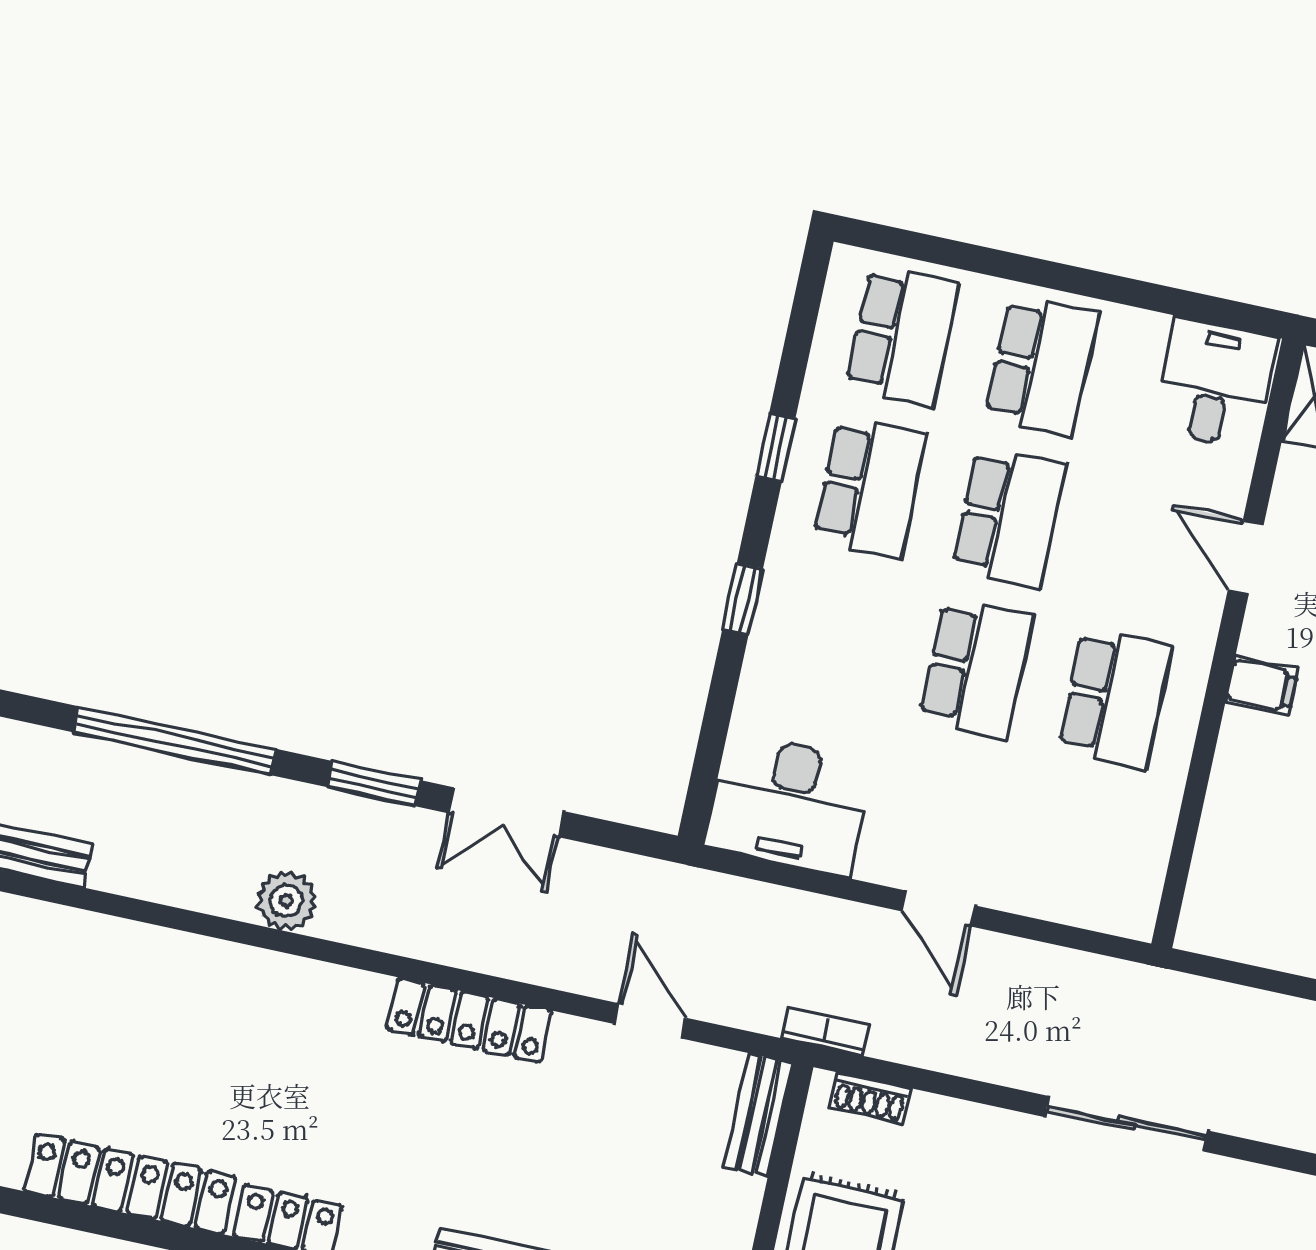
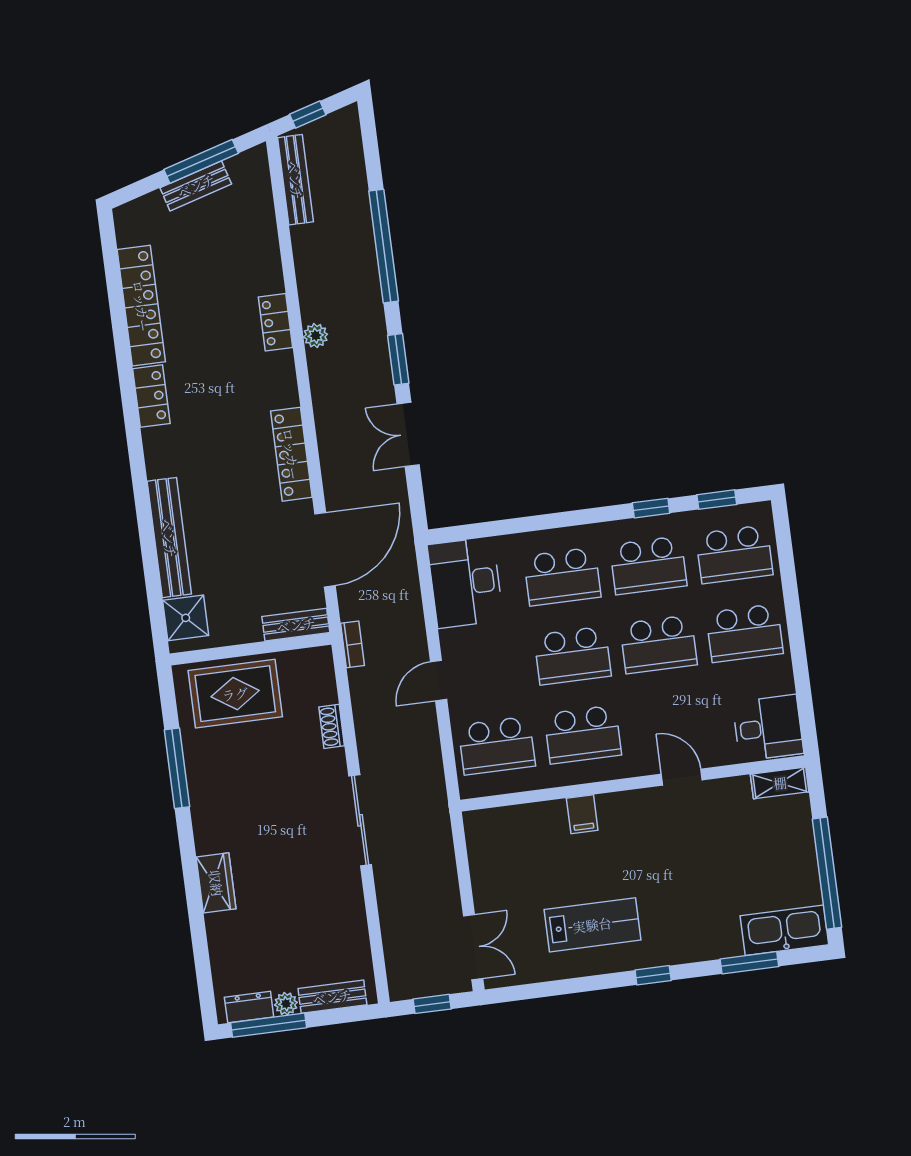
door: (1246, 557) -> (682, 777), hinge flipped
window: (743, 599) -> (717, 500), moved
school desk: (837, 638) -> (562, 577), added
filing cabinet: (1262, 686) -> (582, 814), moved
school desk: (1082, 850) -> (497, 746), added
plant: (286, 901) -> (316, 336), width x0.73, depth x0.73
locker: (238, 968) -> (276, 322), added
door: (650, 1021) -> (325, 550), width x1.87
shoe rack: (870, 1098) -> (332, 726), moved

